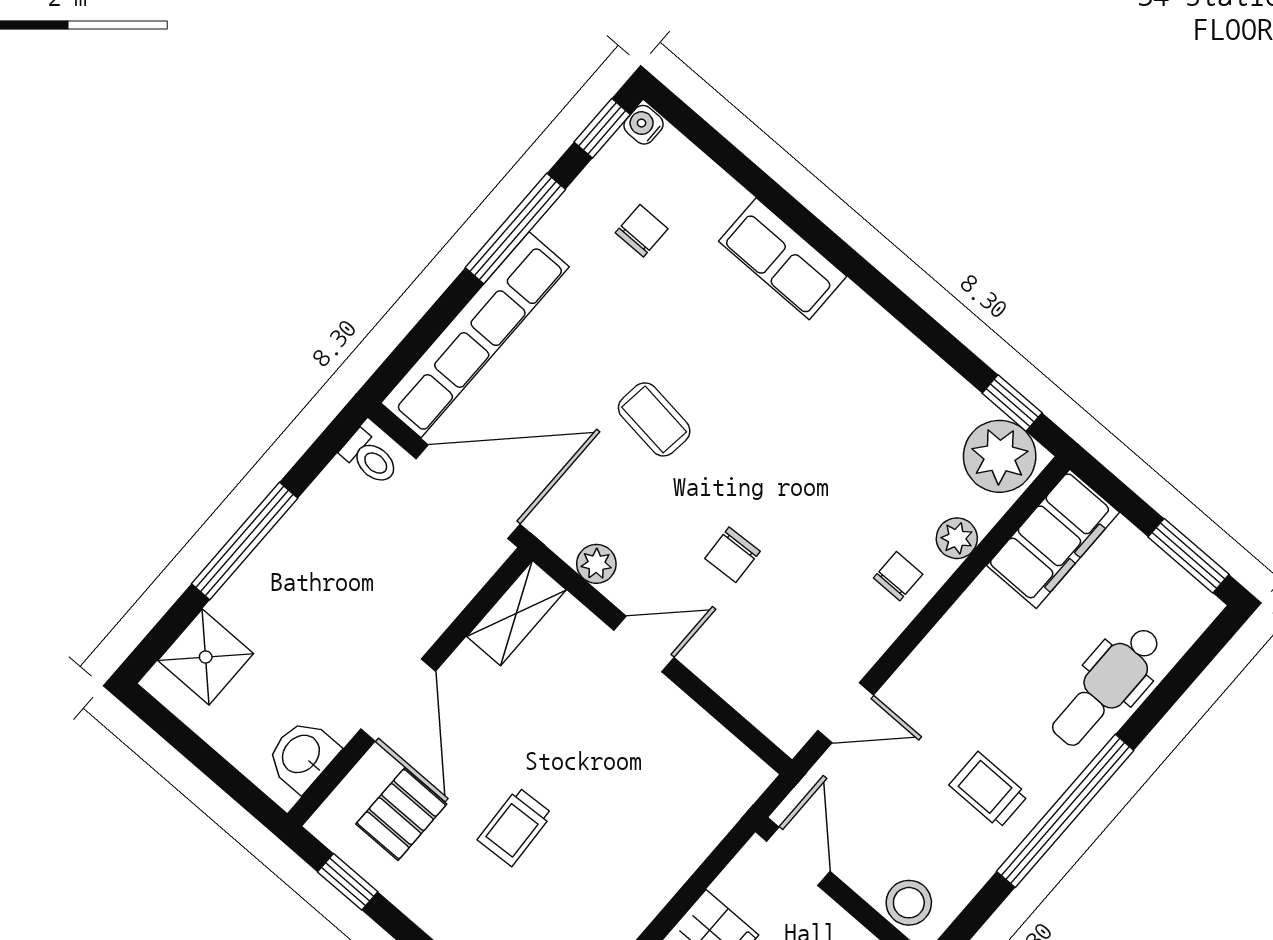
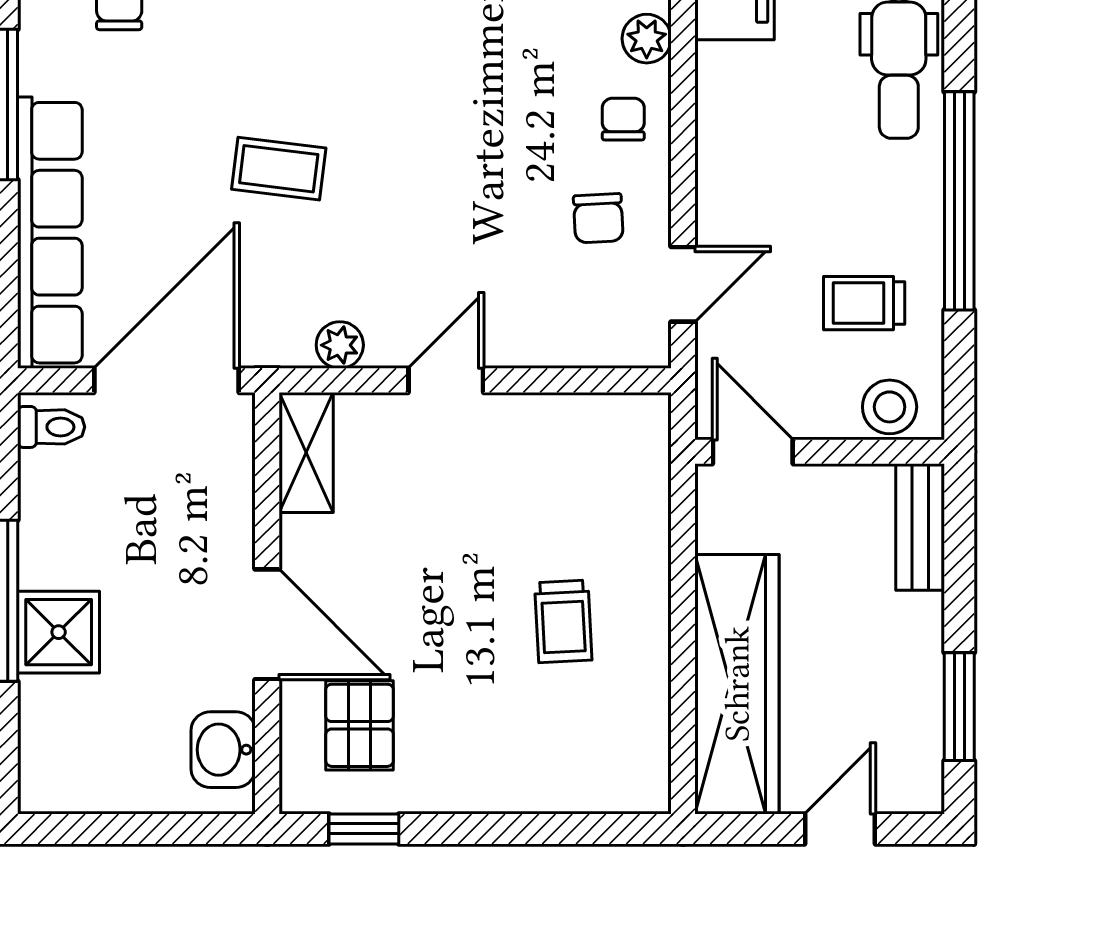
chair: (732, 555) -> (598, 218), moved
shower: (206, 657) -> (59, 632), moved
trolley: (989, 790) -> (864, 303), moved
trolley: (515, 827) -> (563, 621), moved

